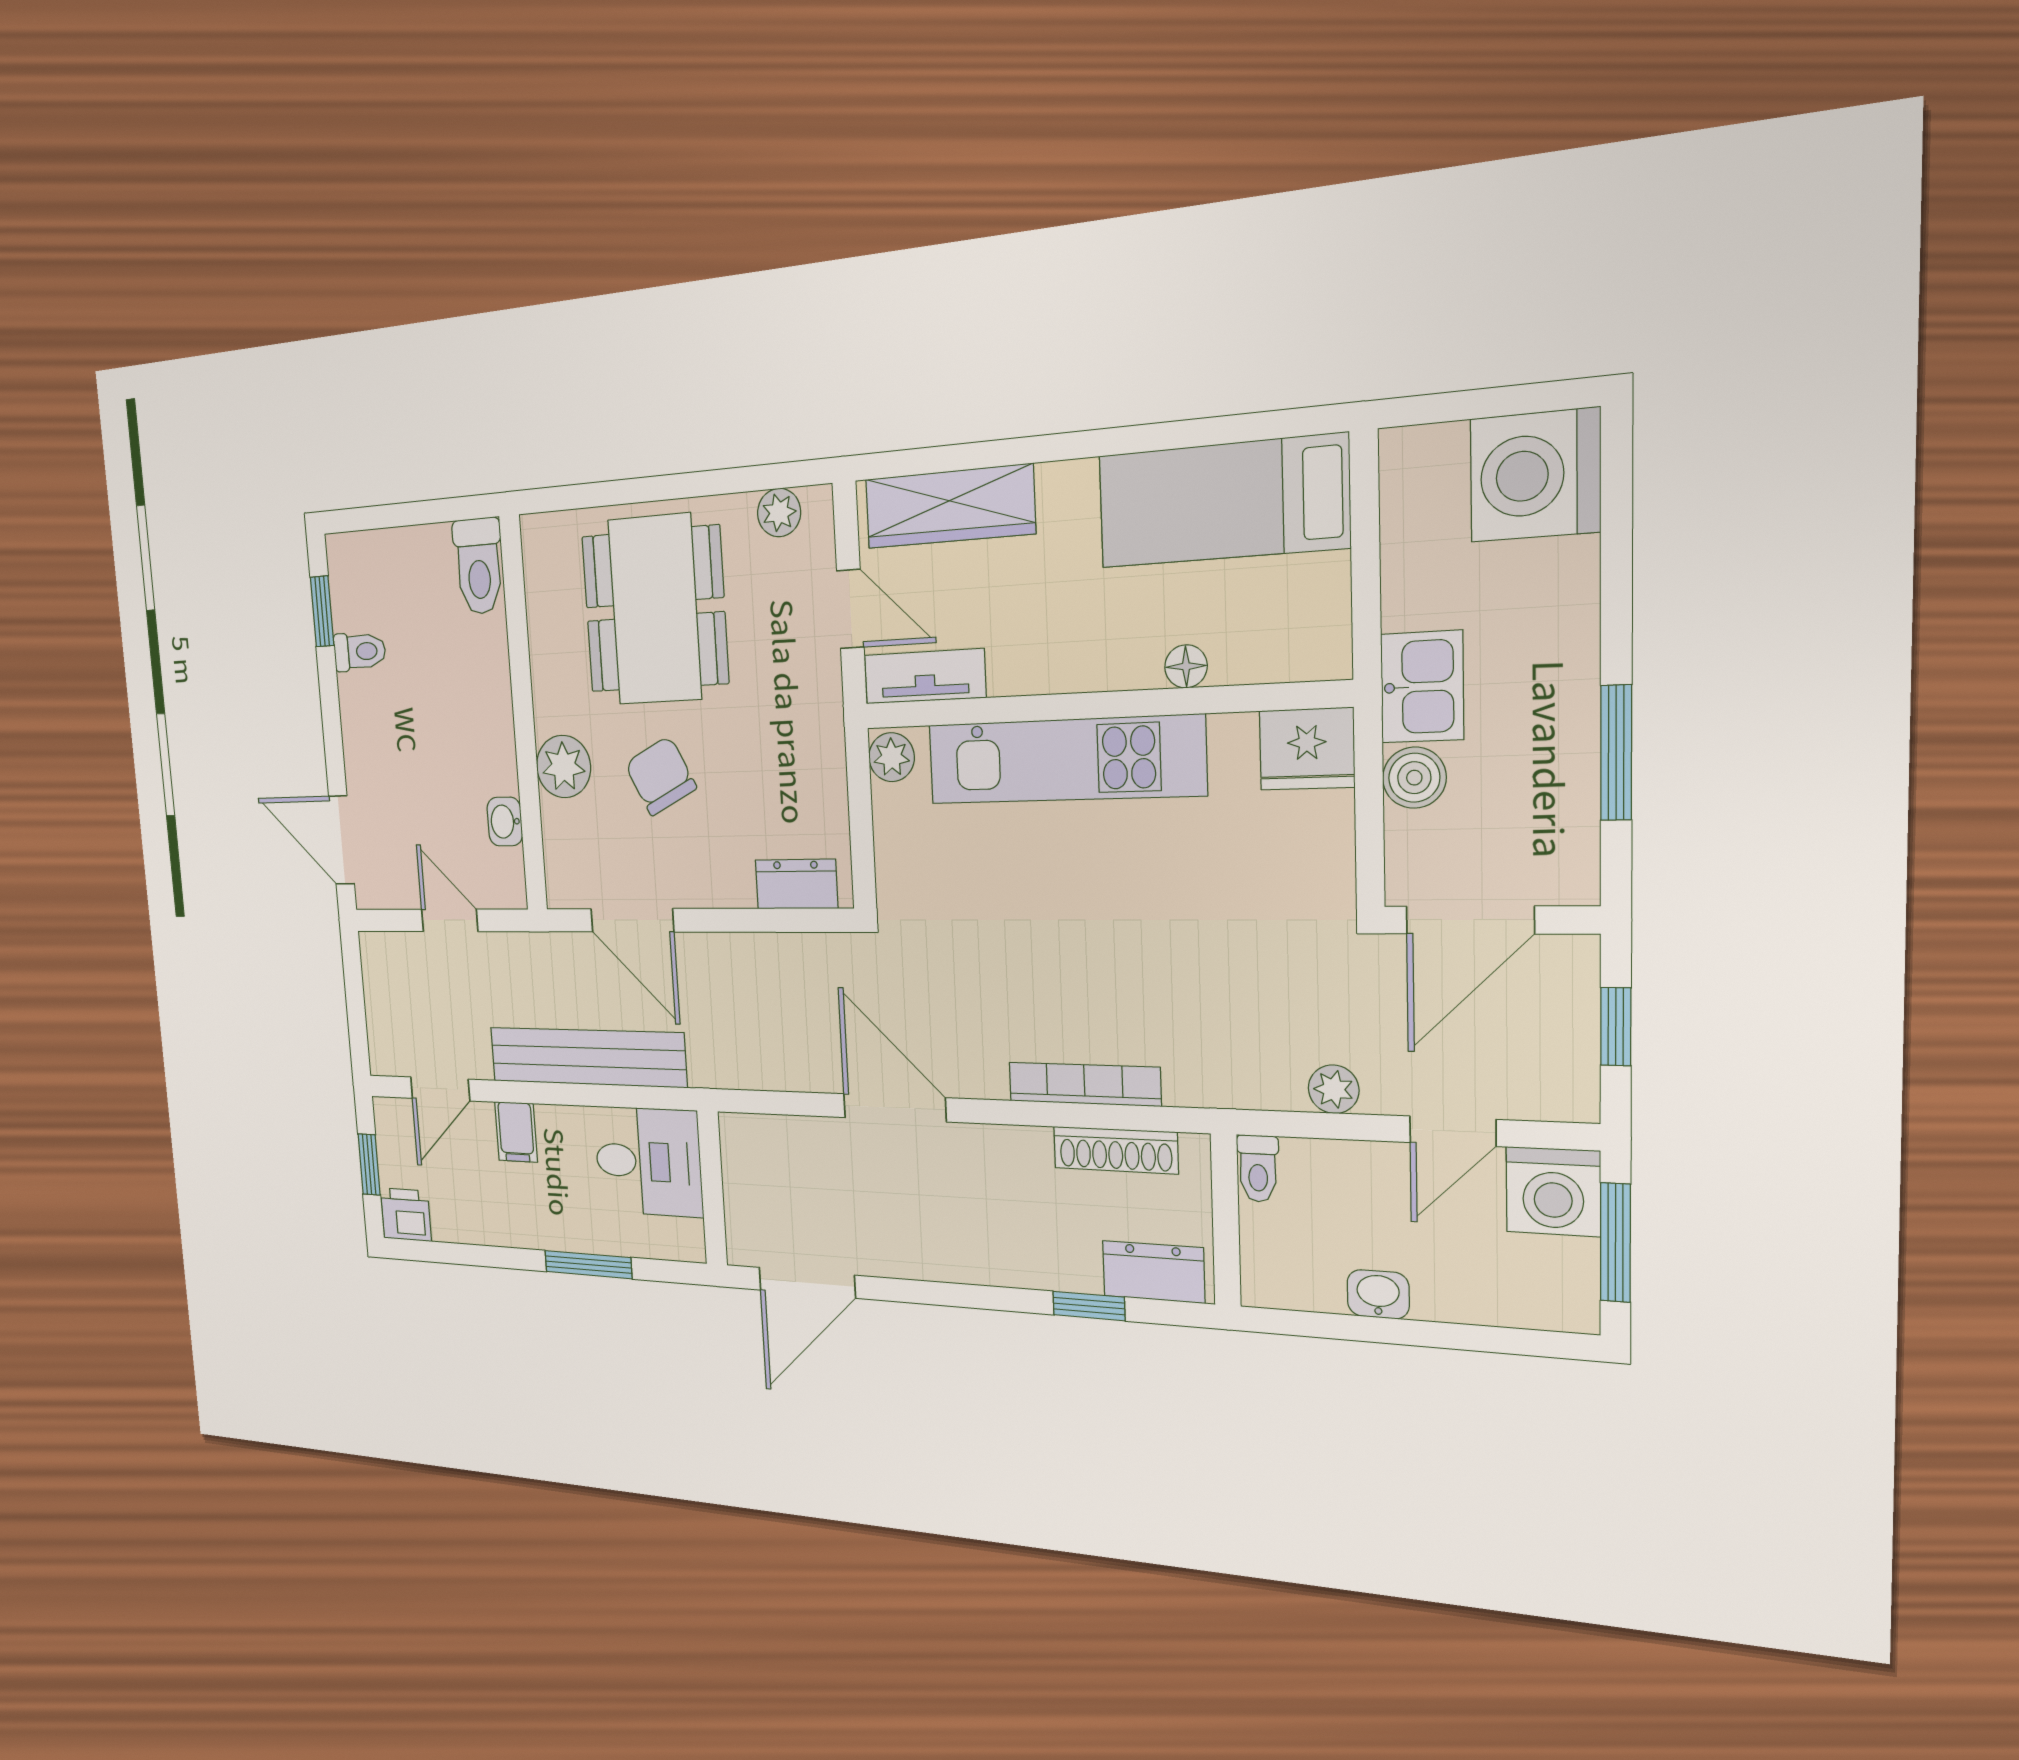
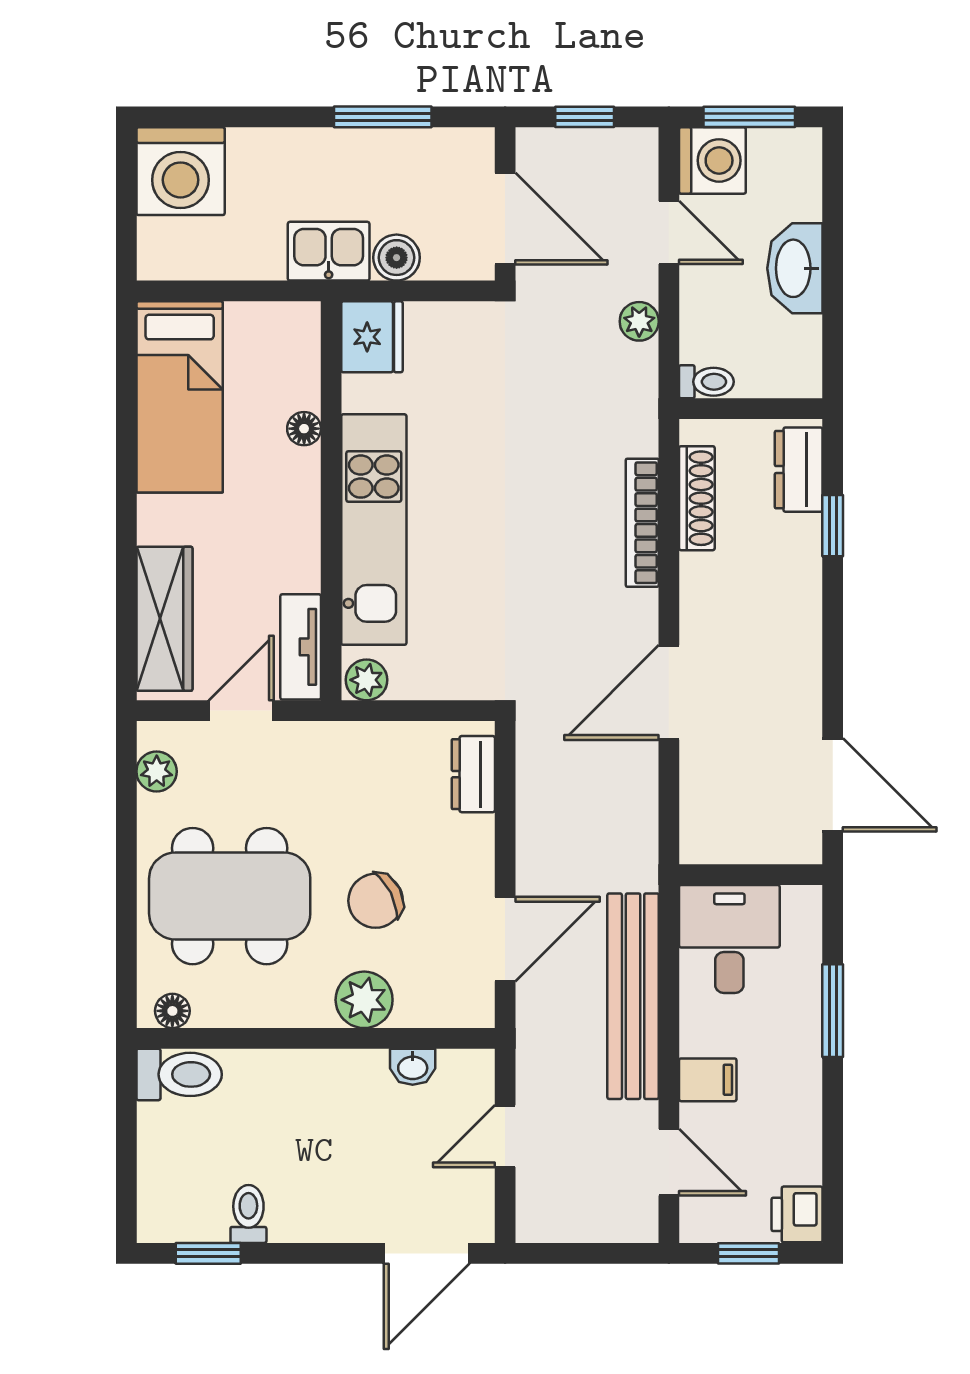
floor lamp: (538, 553) -> (172, 1011), added
washbasin: (1378, 1294) -> (795, 268), width x1.91, depth x1.45

